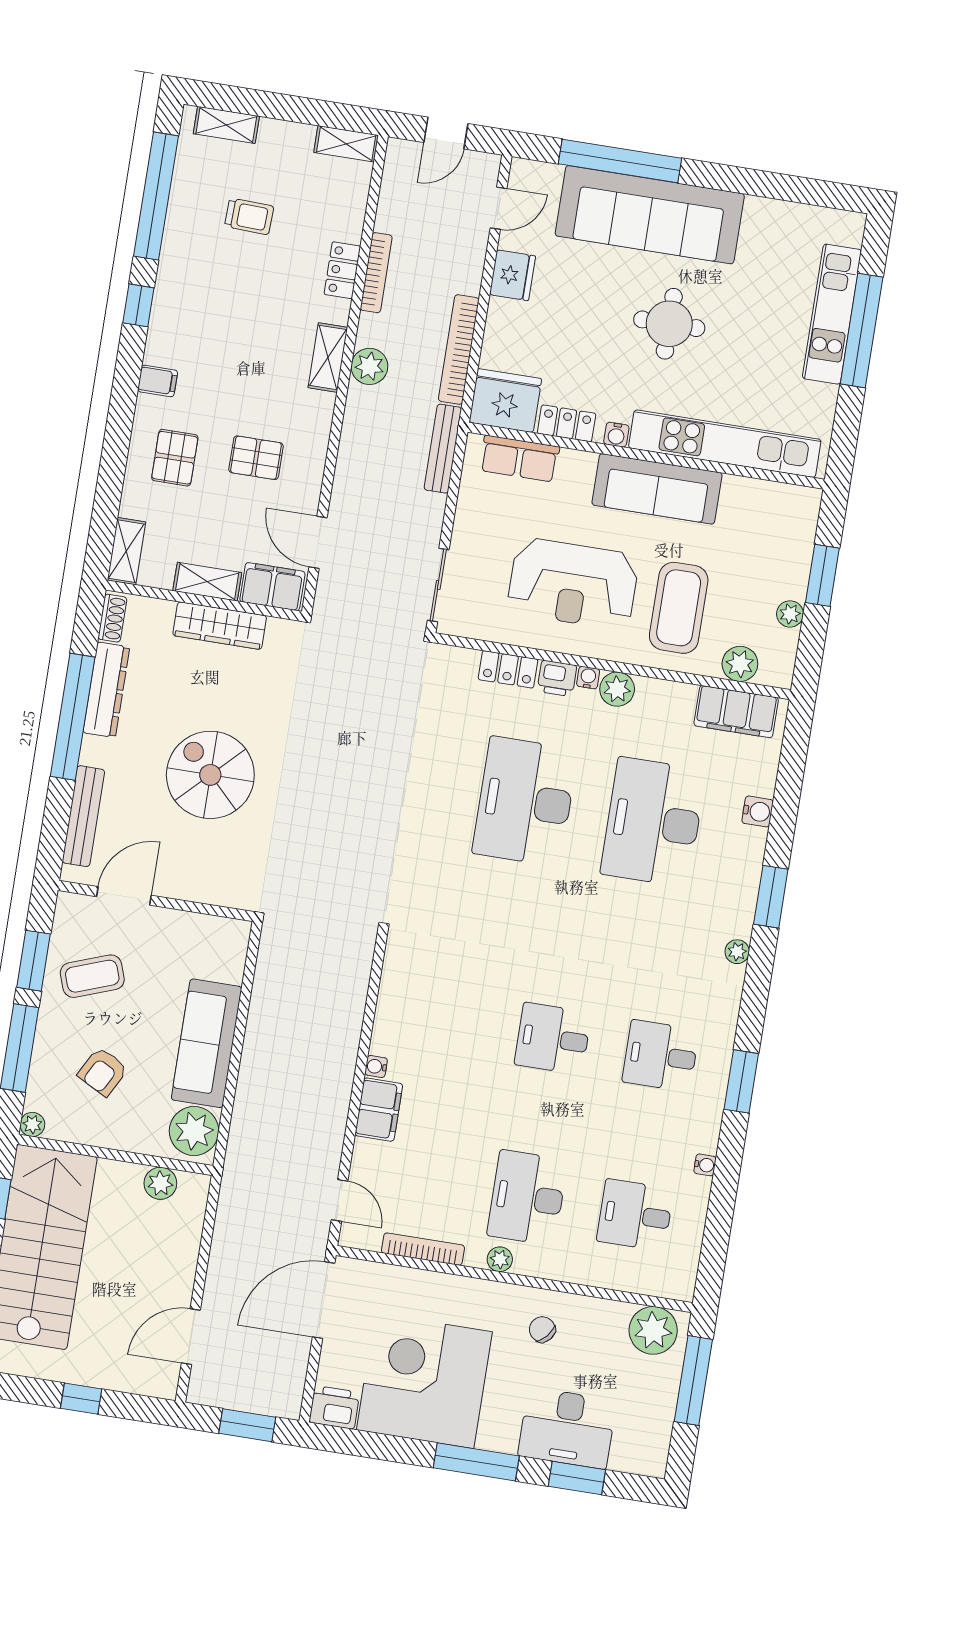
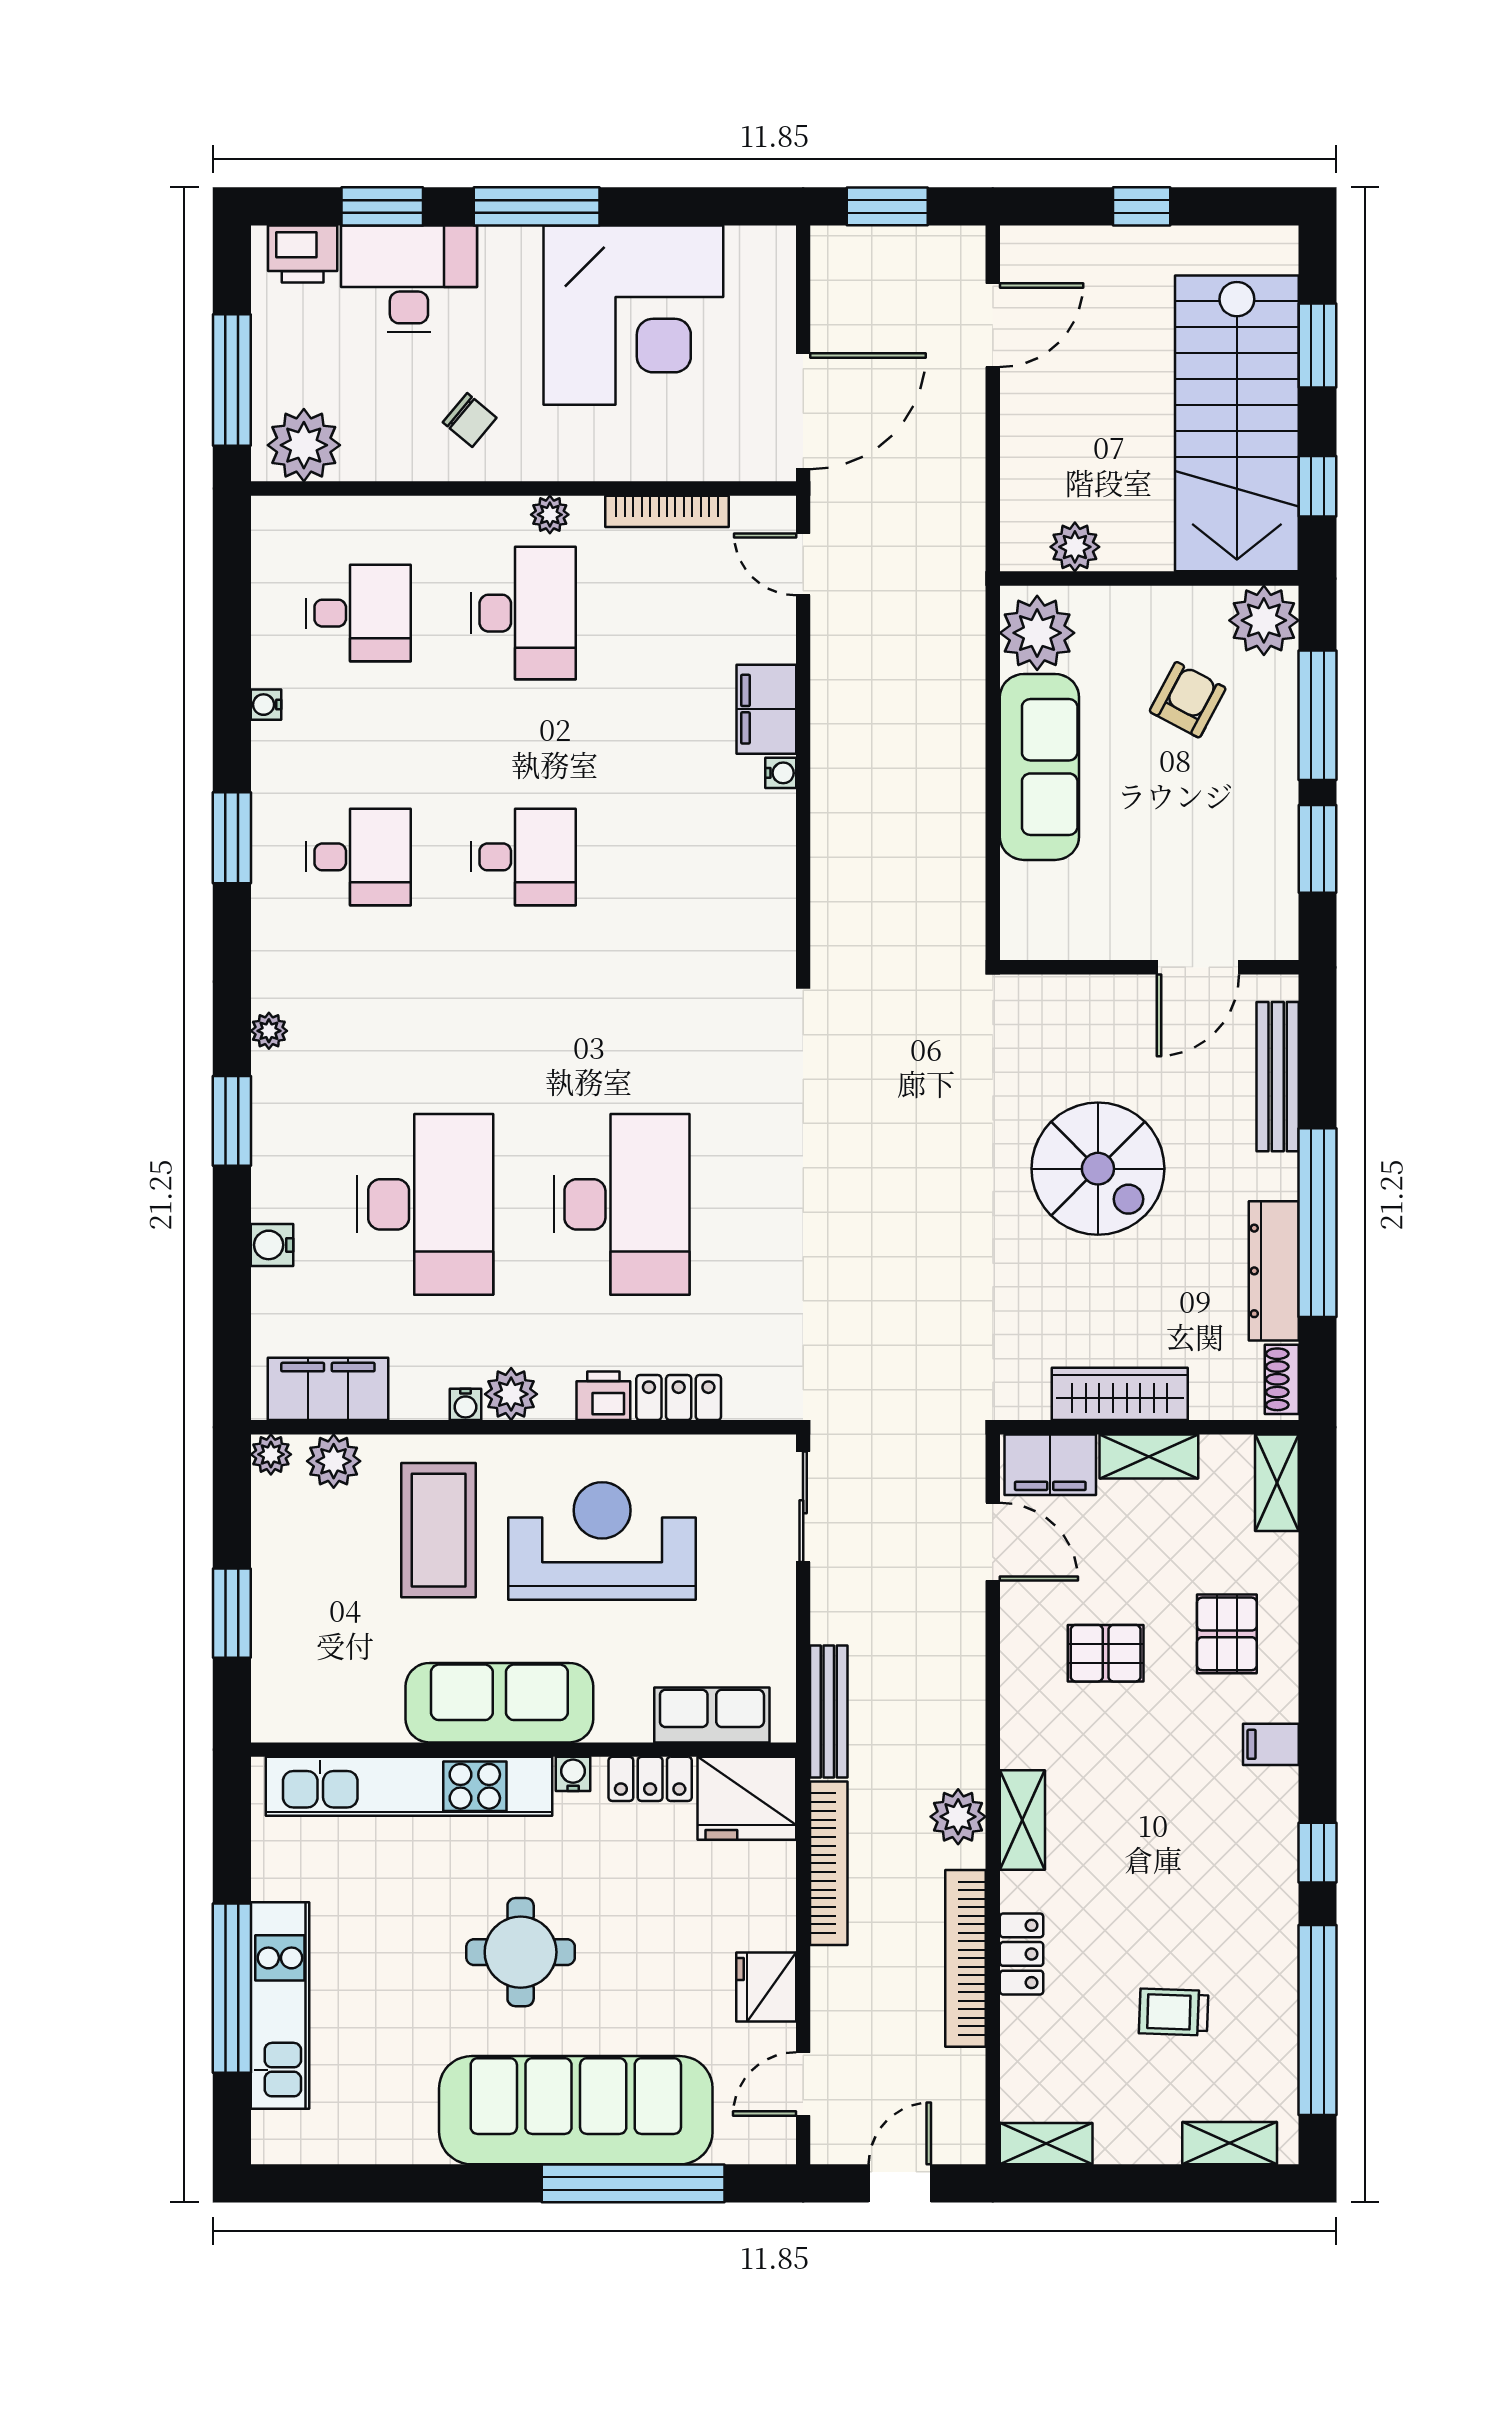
bookcase: (376, 273) -> (966, 1958), width x1.48, depth x1.31
plant: (790, 614) -> (271, 1454), moved
water cooler: (588, 678) -> (465, 1404), moved
coffee table: (92, 976) -> (1226, 840), removed
plant: (32, 1124) -> (1264, 620), width x1.88, depth x1.88
printer: (334, 1407) -> (303, 254), moved

